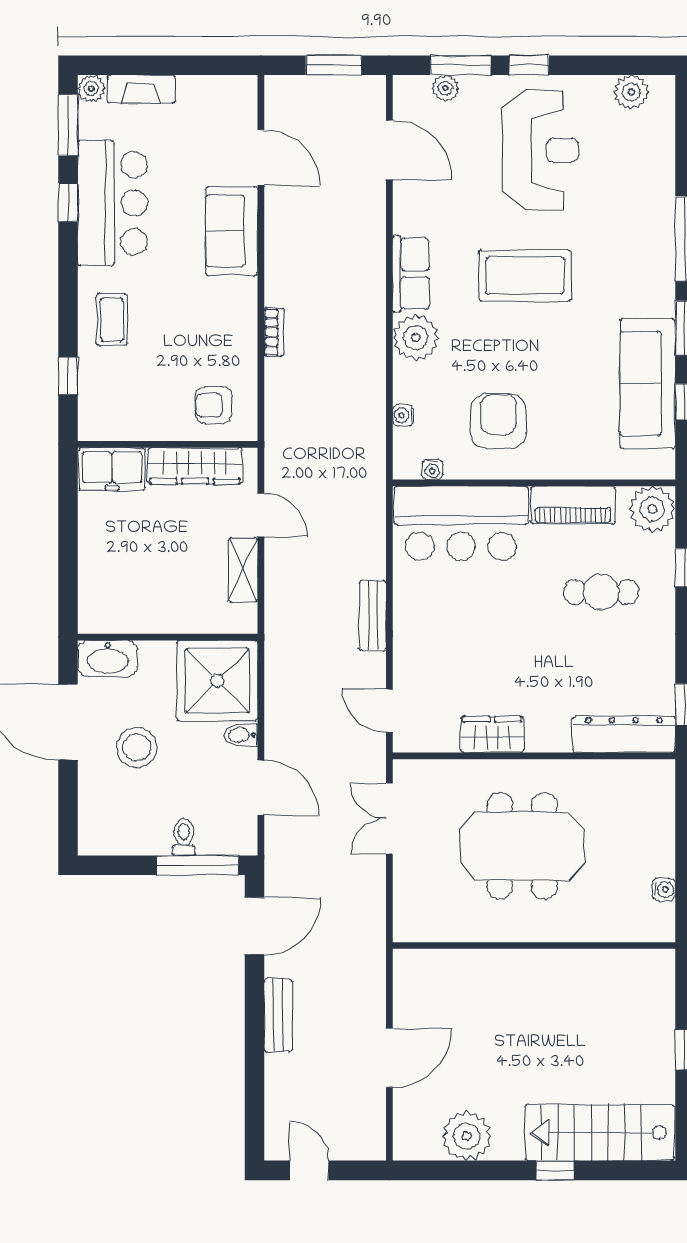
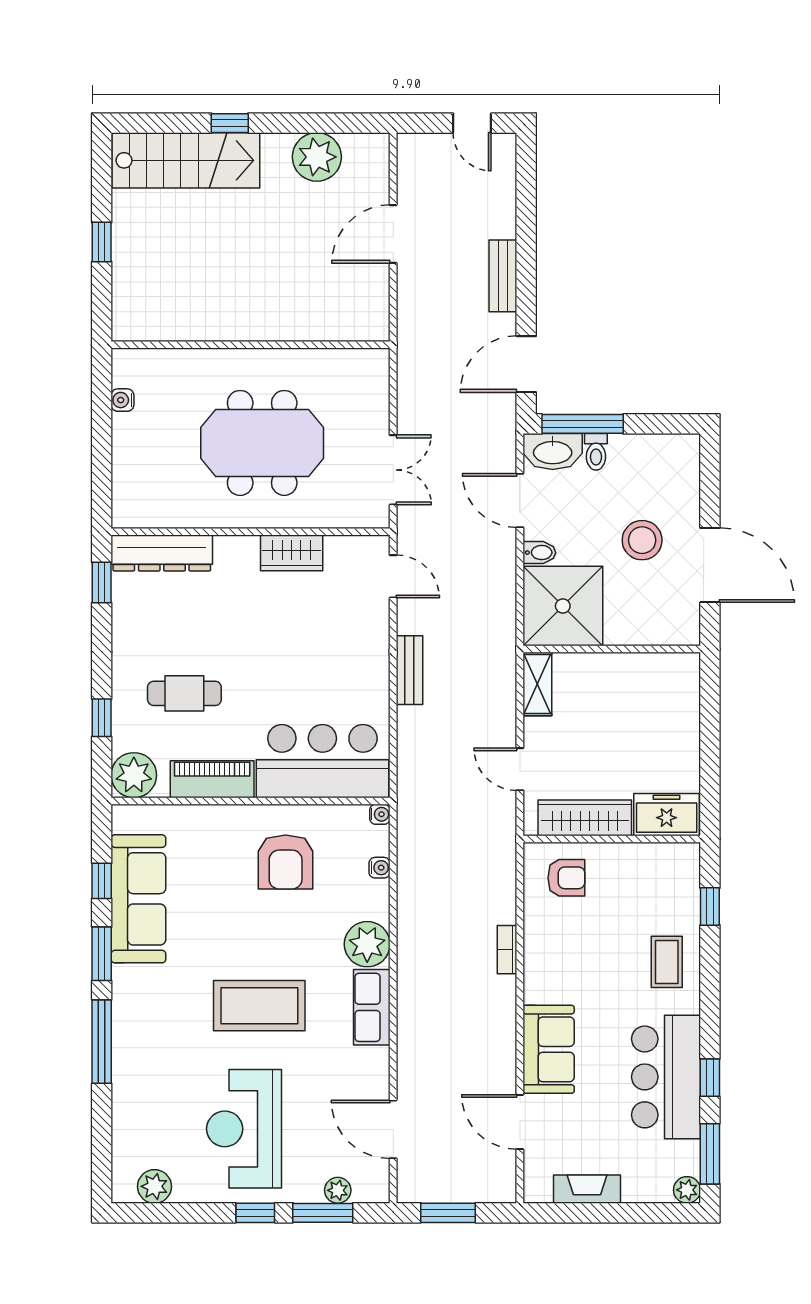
fireplace: (141, 89) -> (587, 1189), moved
water cooler: (432, 469) -> (380, 814), moved, turned 90
shelving: (243, 570) -> (537, 684), moved
washbasin: (108, 659) -> (553, 452), moved, turned 180

